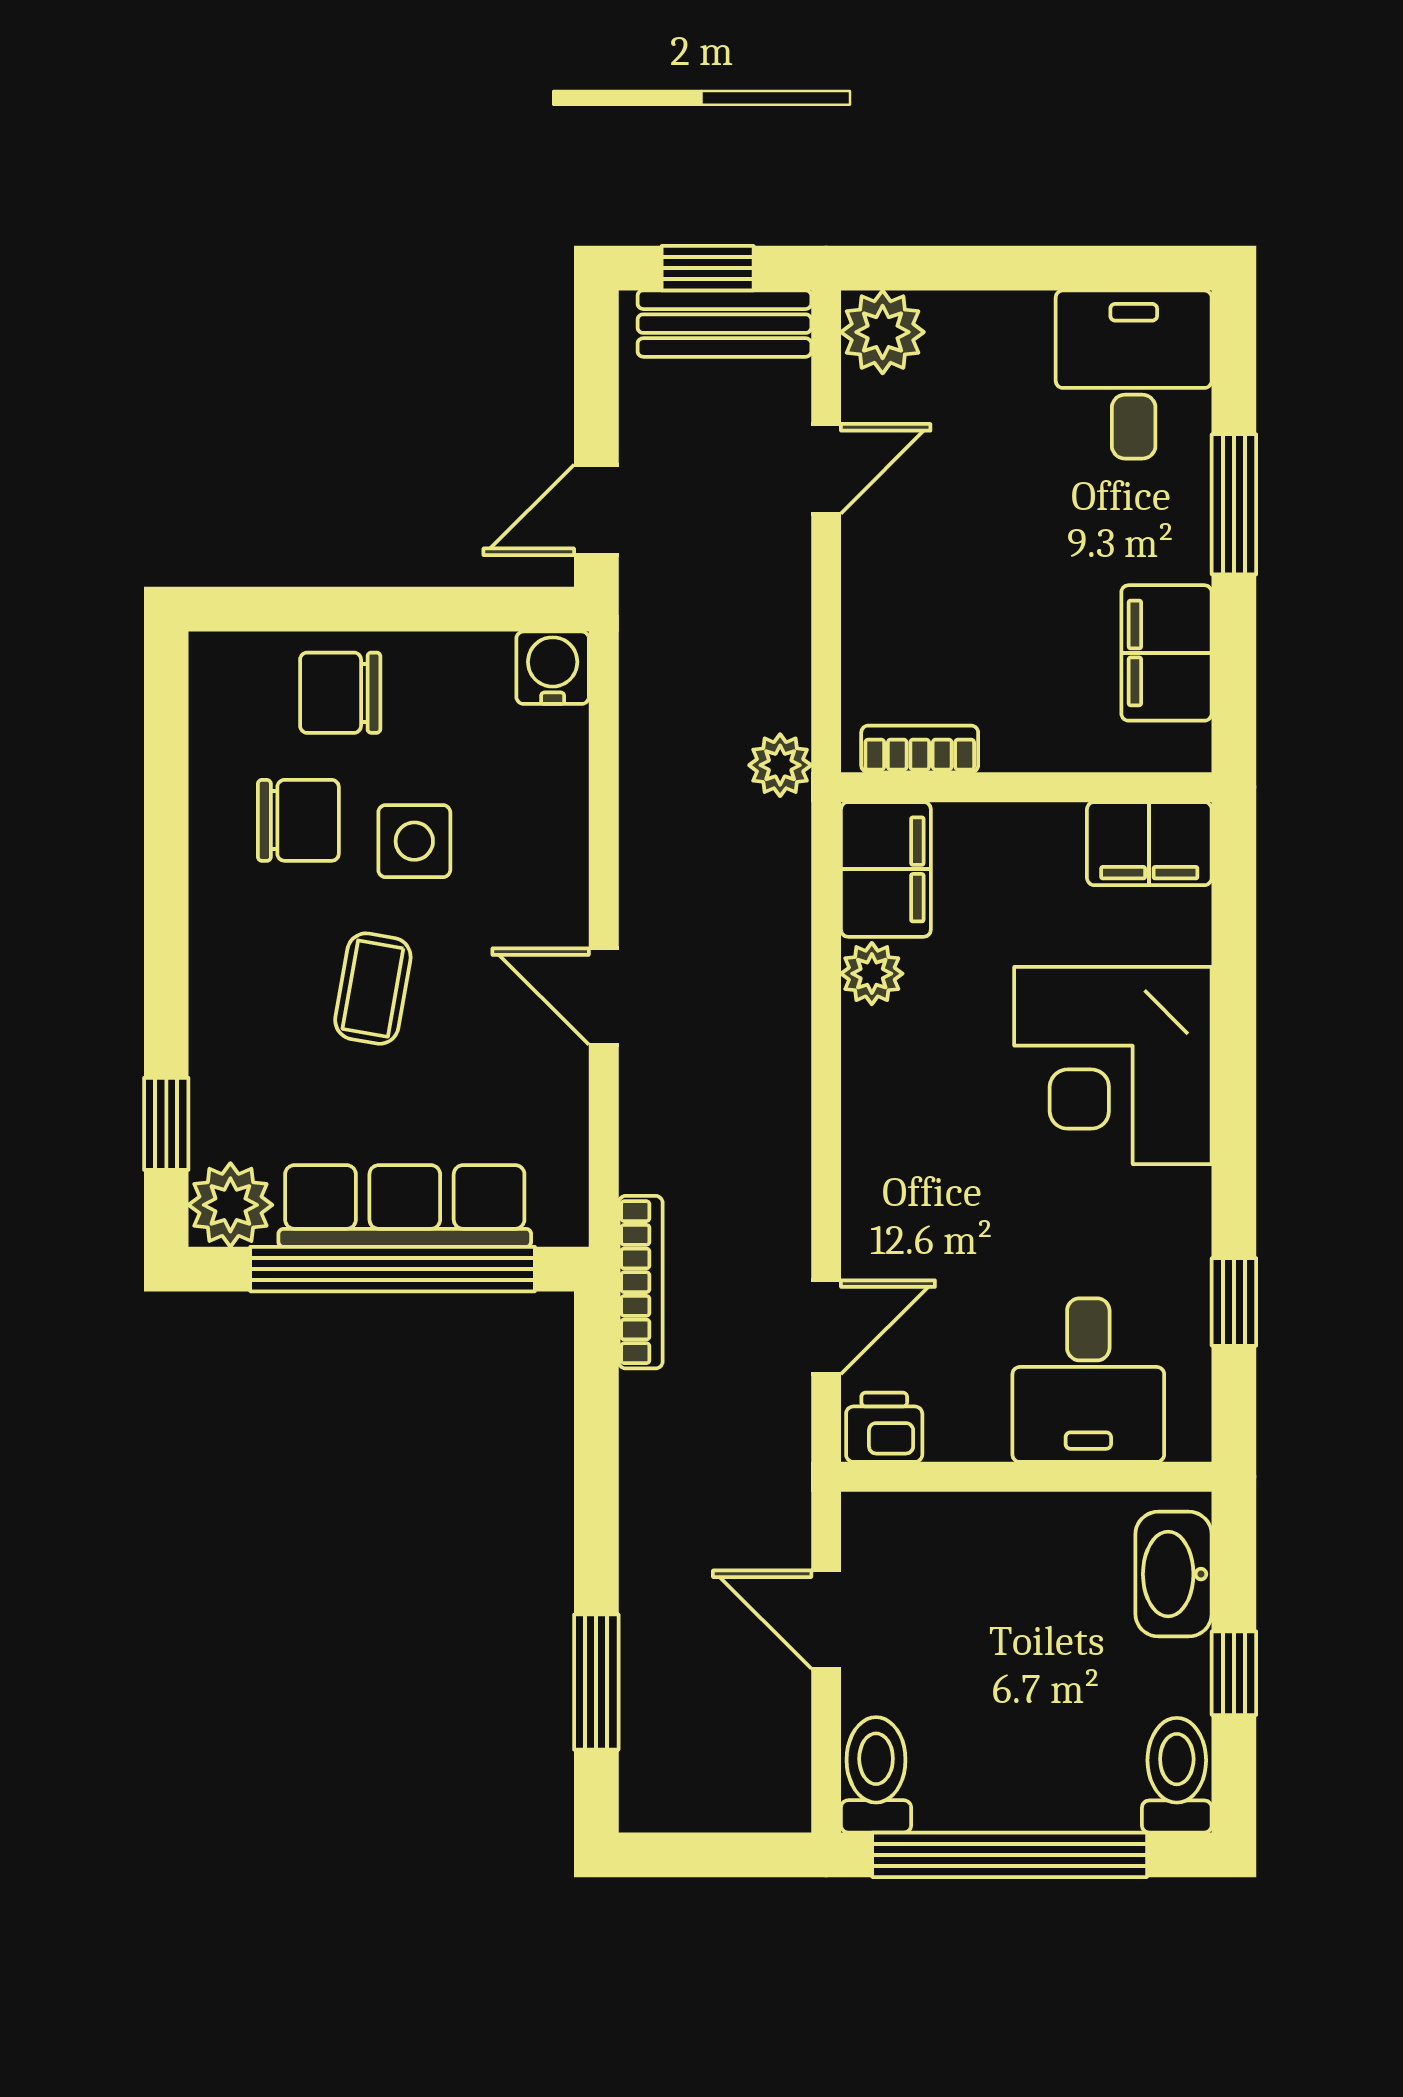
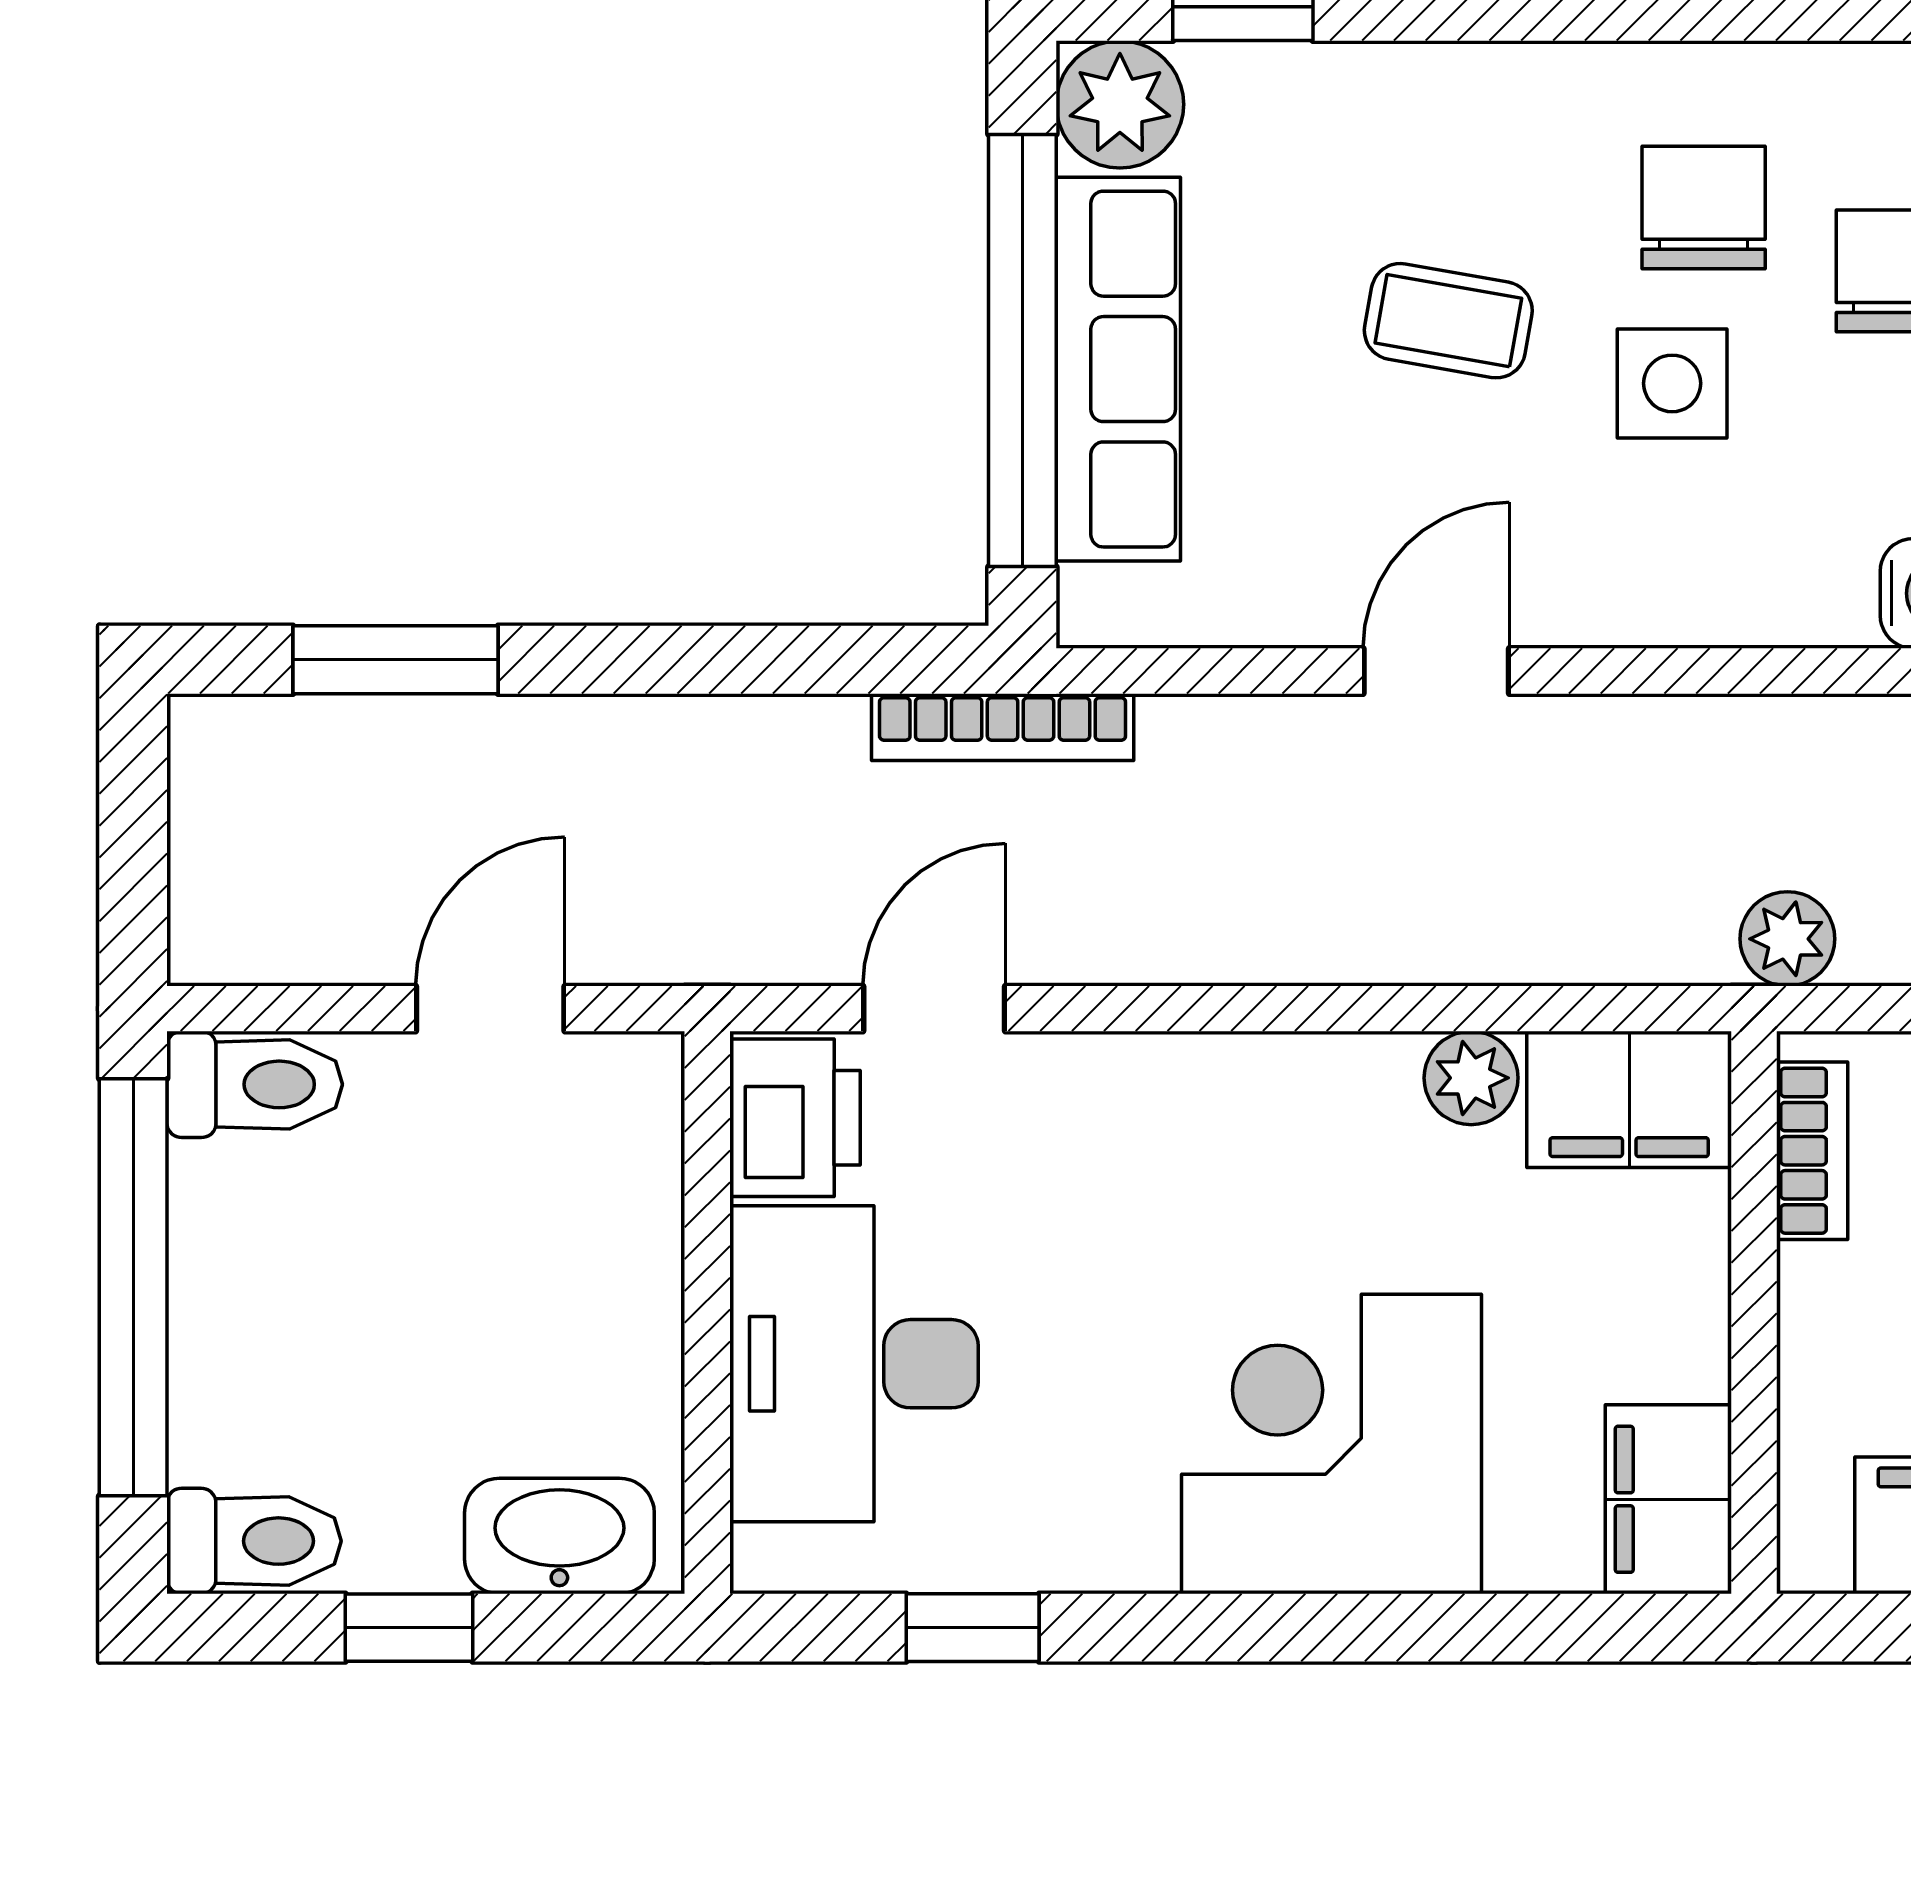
chair: (298, 820) -> (1704, 207), turned 180
door: (826, 1327) -> (934, 1009), swing flipped
desk: (1088, 1380) -> (854, 1364), width x1.37
printer: (884, 1427) -> (795, 1118), width x1.36, depth x1.24

